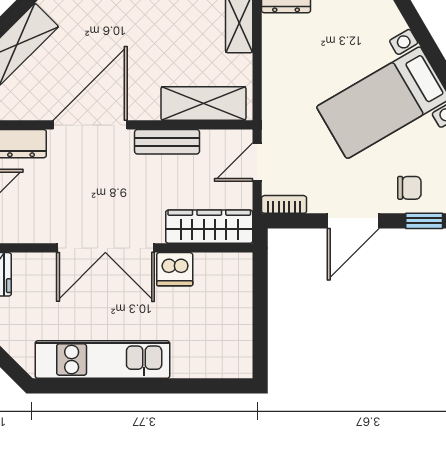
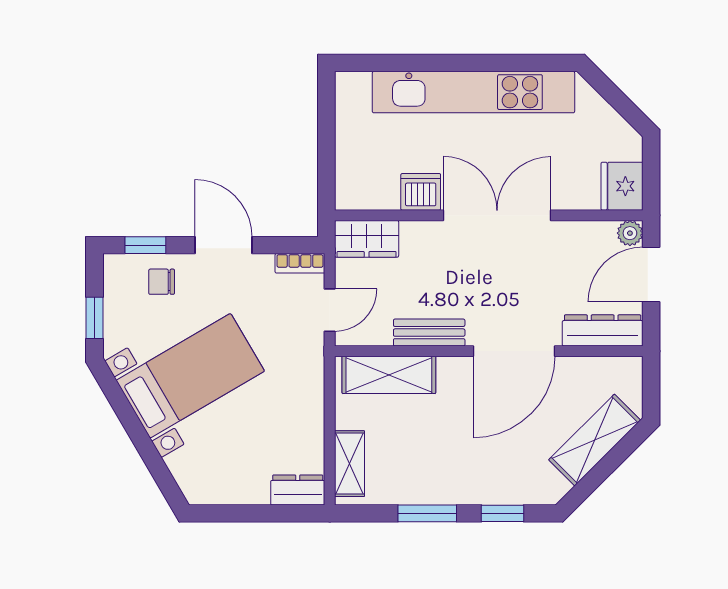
door: (353, 221) -> (224, 245), hinge flipped
wardrobe: (209, 227) -> (367, 239), width x0.67
kitchen unit: (102, 360) -> (473, 92), width x1.36

